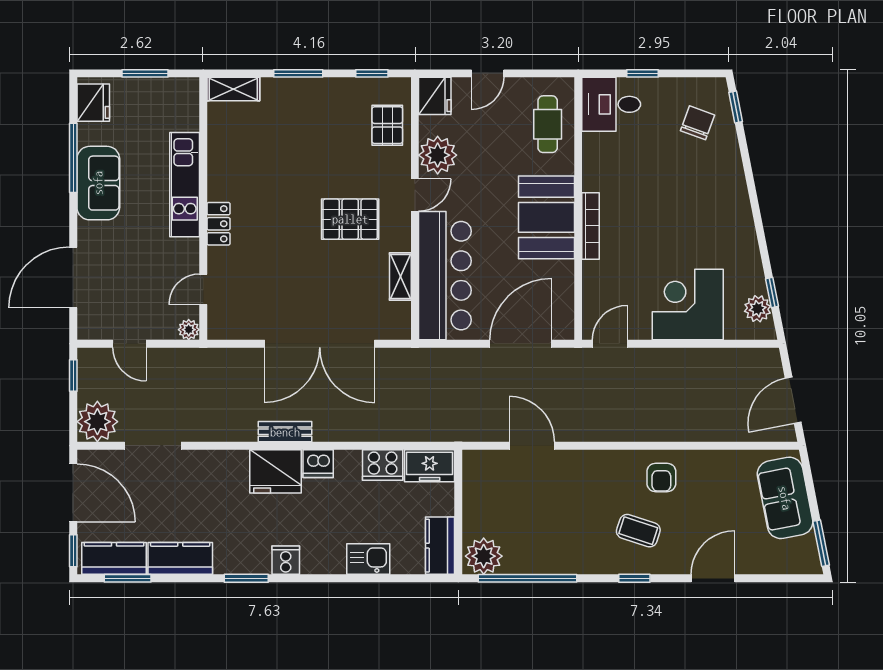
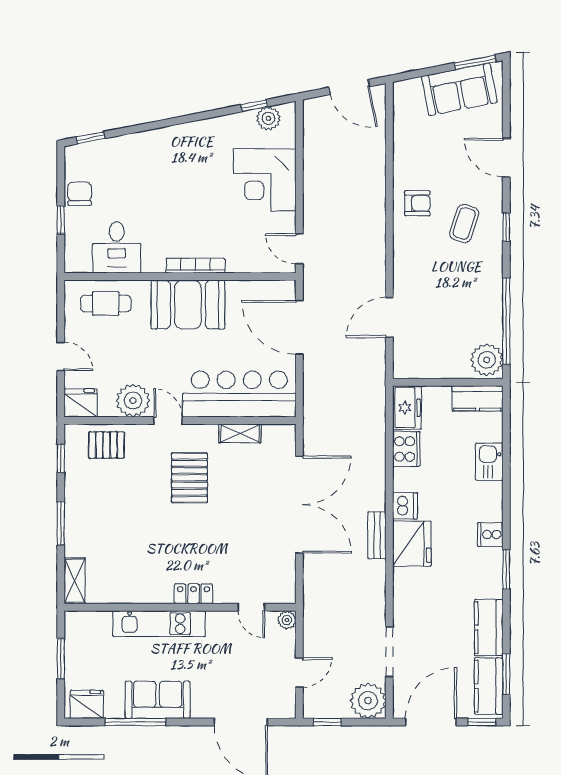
desk: (611, 104) -> (117, 247), moved
chair: (698, 123) -> (80, 194), moved, turned 70
sofa: (785, 498) -> (459, 89), moved

